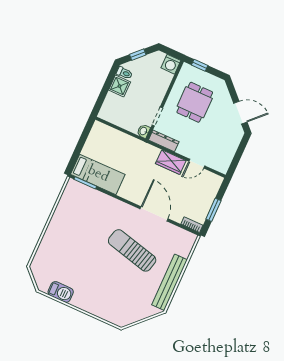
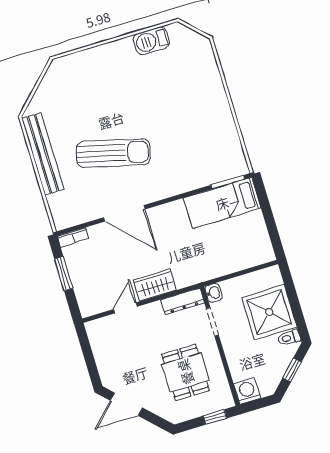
shower: (120, 86) -> (269, 312), width x1.86, depth x1.86

